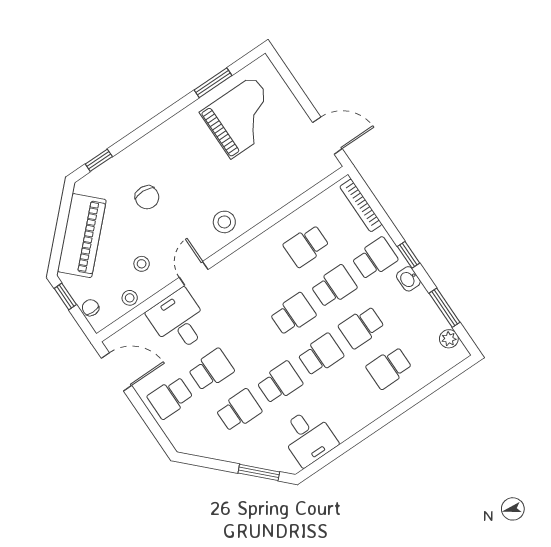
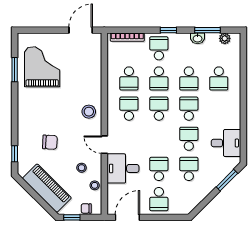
school desk: (265, 274) -> (129, 109), added
washbasin: (408, 279) -> (198, 38), moved
school desk: (334, 286) -> (159, 78), turned 180

